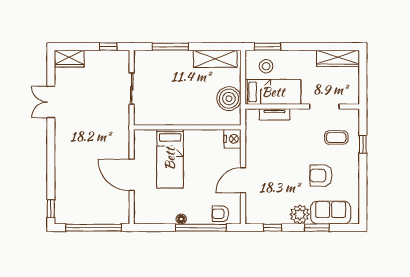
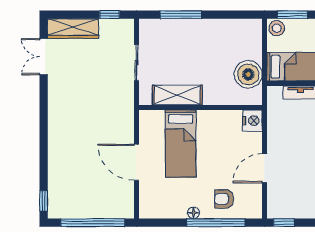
wardrobe: (69, 59) -> (73, 28), width x1.50
shelving: (215, 59) -> (177, 95), moved
stool: (266, 66) -> (277, 28), moved
double door: (51, 102) -> (44, 57), moved
armchair: (220, 214) -> (224, 199), moved
window: (273, 228) -> (284, 223), moved

